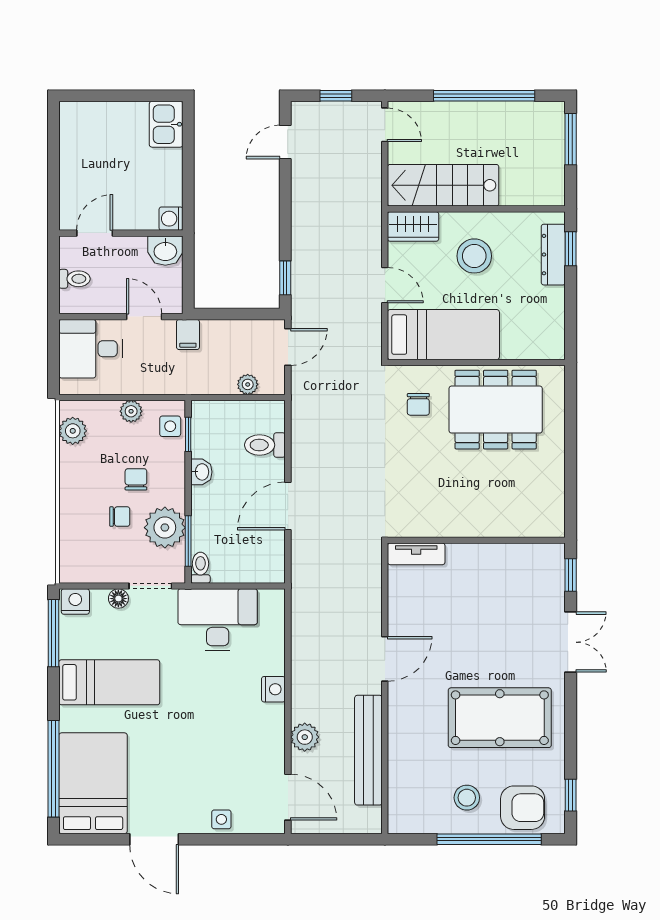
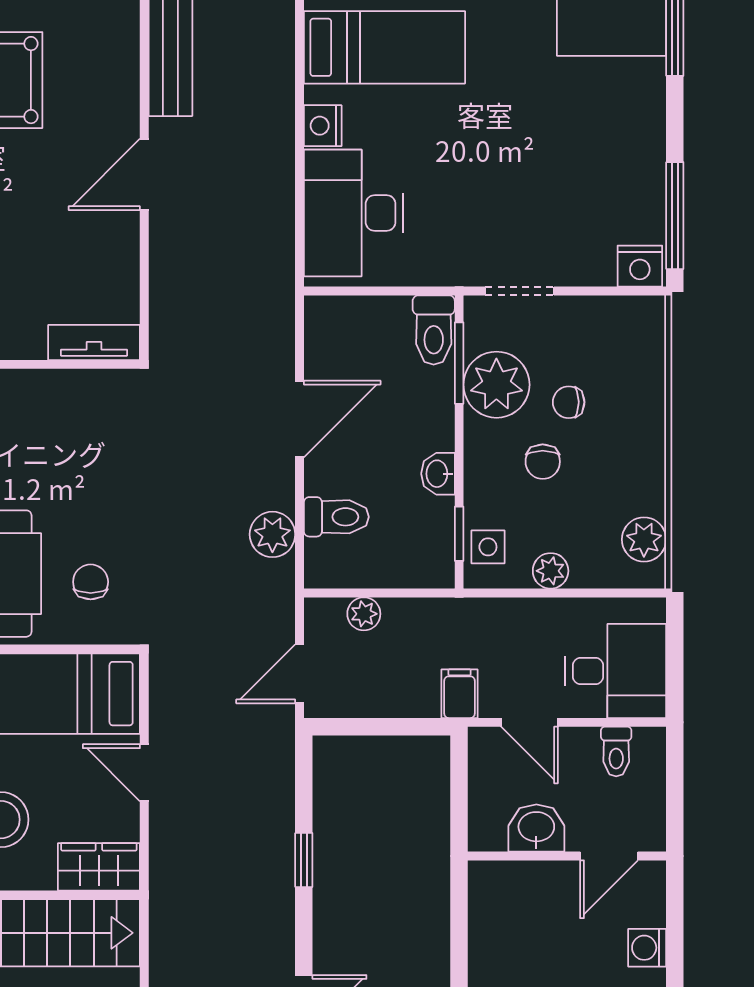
washing machine: (171, 219) -> (647, 948), moved, turned 180
washbasin: (165, 251) -> (536, 828), moved
window: (285, 278) -> (304, 860), moved
toilet: (74, 279) -> (616, 752), moved, turned -90
toilet: (200, 568) -> (434, 330), width x1.37, depth x1.39
floor lamp: (118, 599) -> (571, 271), removed
desk: (218, 620) -> (354, 213), moved, turned 90
bed: (109, 682) -> (384, 47), moved, turned 180
plant: (305, 737) -> (272, 534), moved

